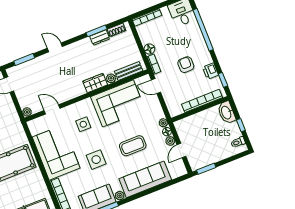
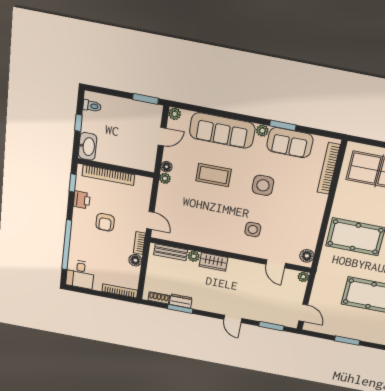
corner sofa: (118, 103) -> (202, 228), removed
floor lamp: (35, 129) -> (307, 256), added
plant: (170, 141) -> (175, 114), moved
corner sofa: (56, 153) -> (301, 219), removed

